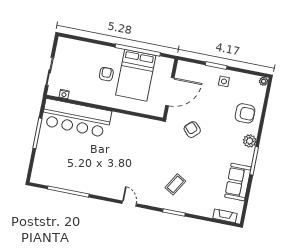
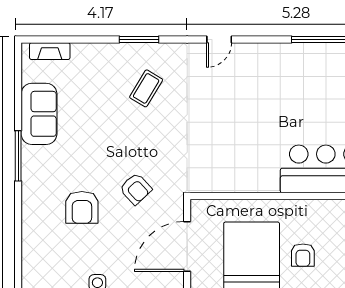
armchair: (245, 113) -> (82, 207), moved, turned -90
plant: (250, 141) -> (33, 189), removed
door: (129, 204) -> (219, 39), hinge flipped

